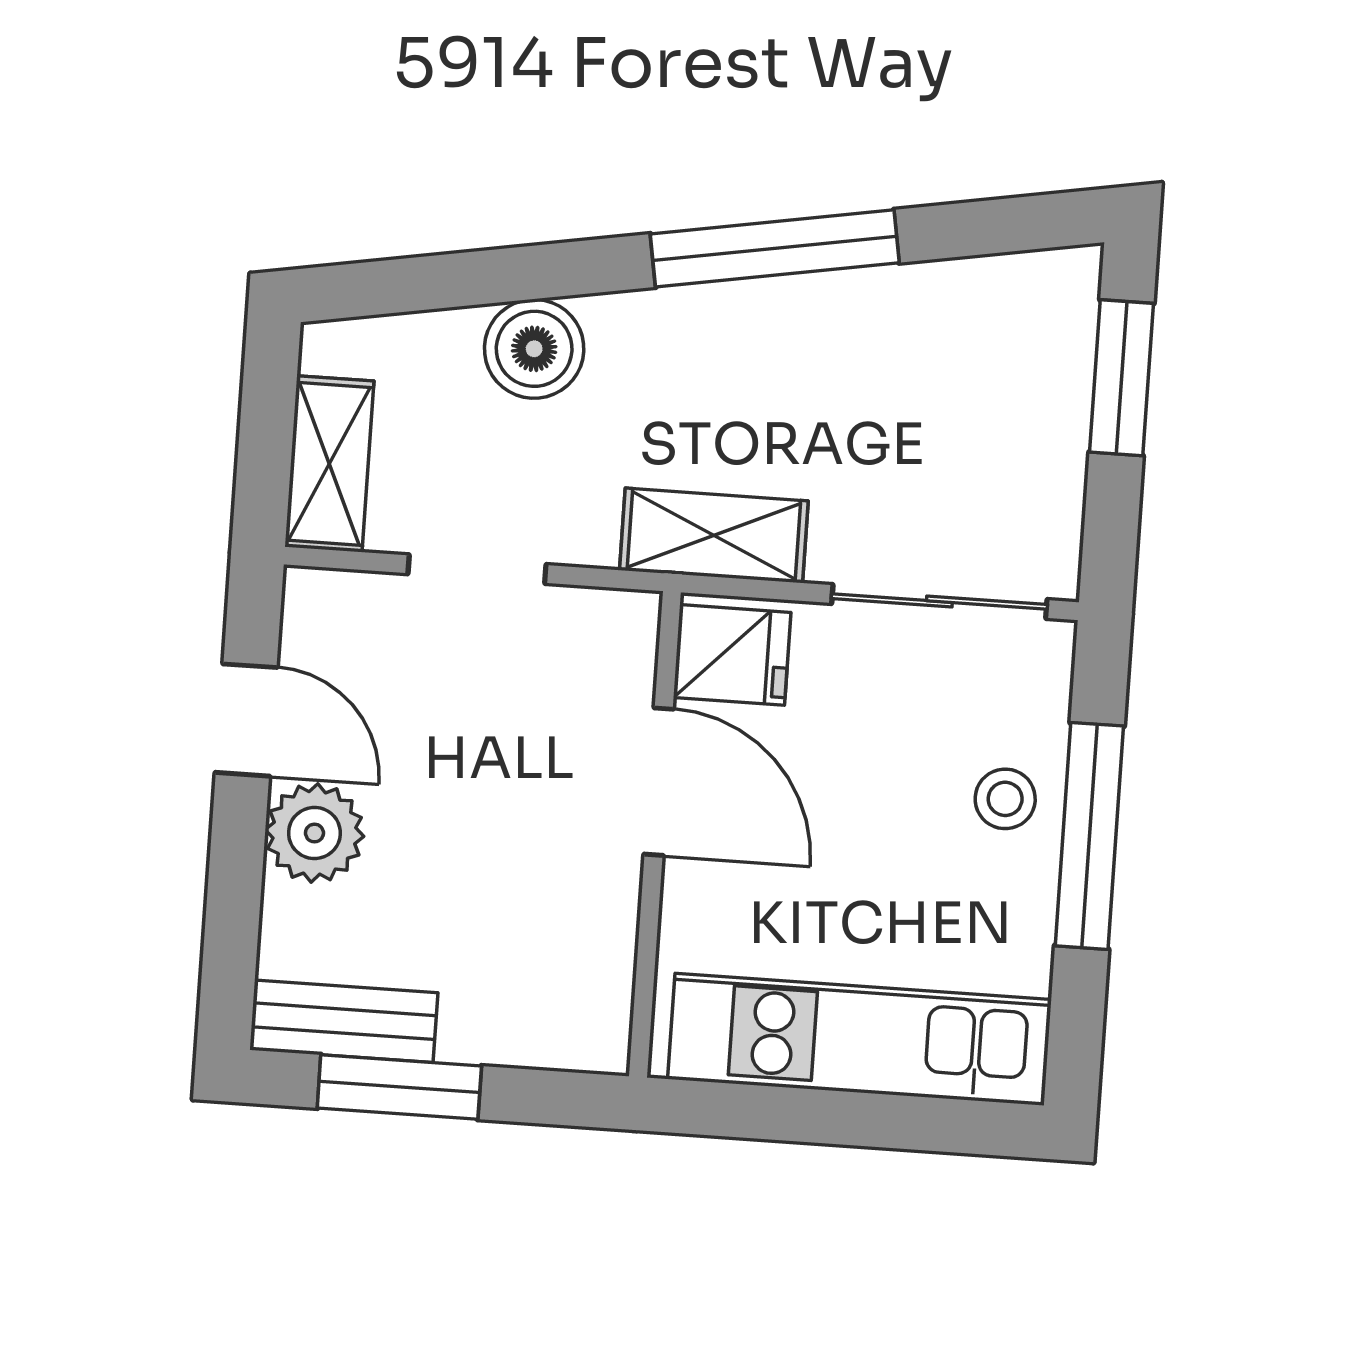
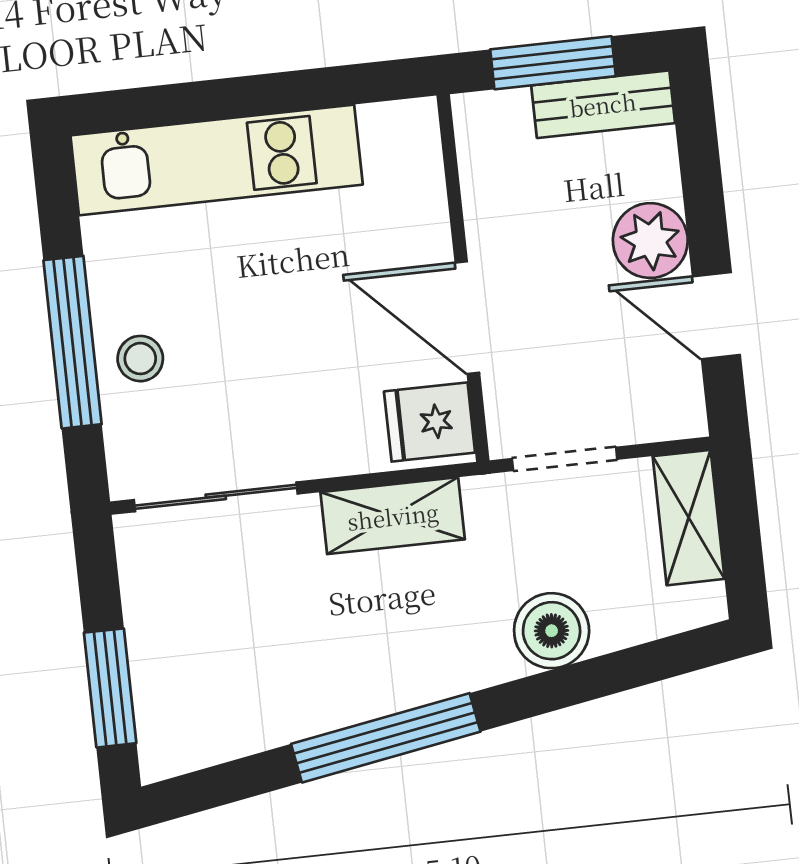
fridge: (732, 655) -> (430, 422), moved
door: (659, 782) -> (467, 318), moved
wall: (655, 834) -> (463, 278), moved

